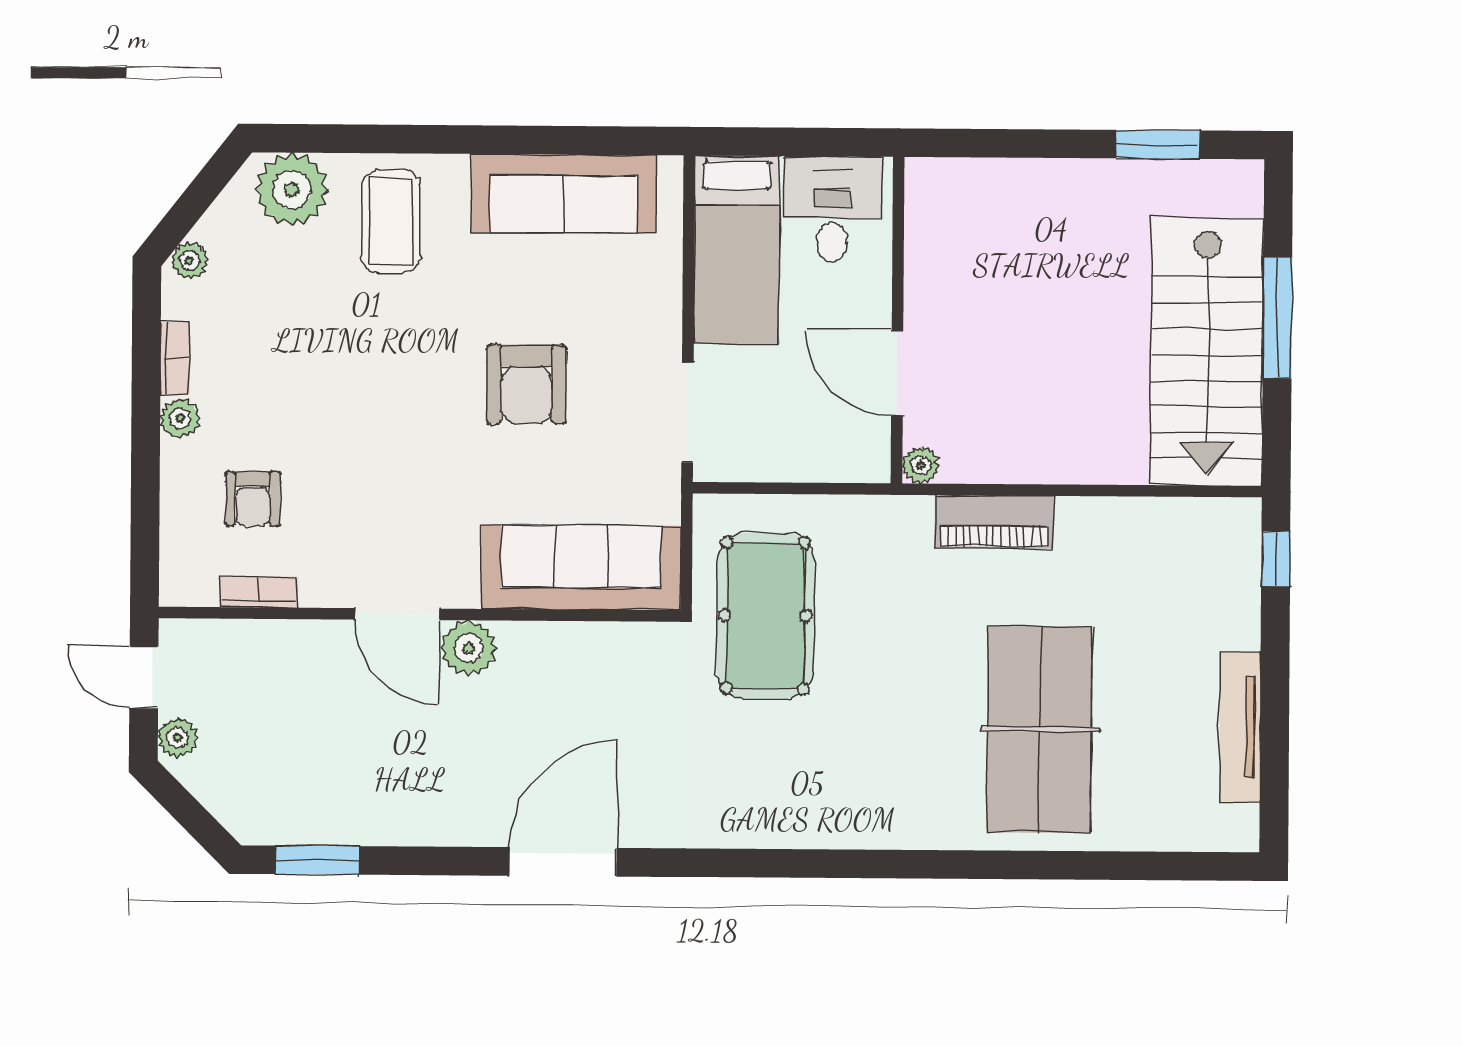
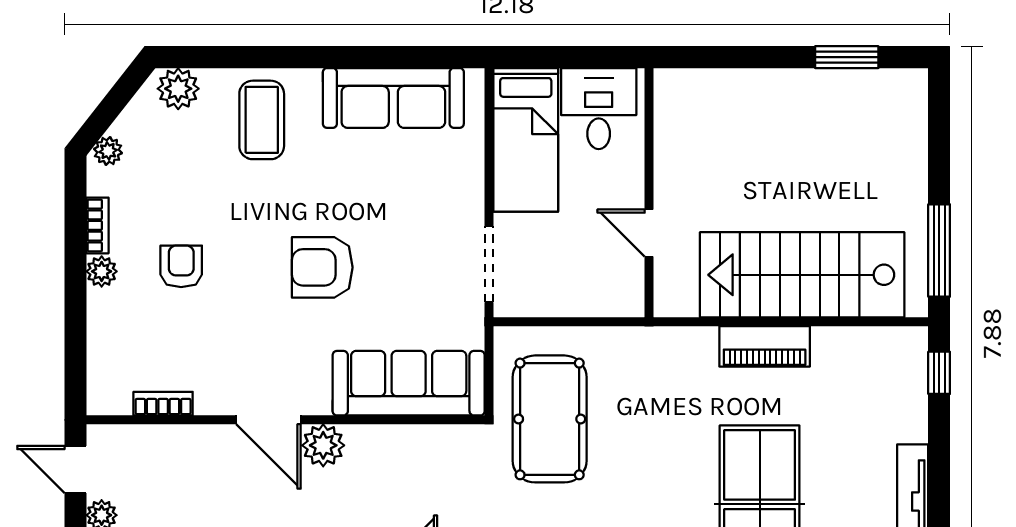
plant: (292, 190) -> (178, 89), width x0.73, depth x0.73
window: (1277, 318) -> (939, 250), moved
stairs: (1207, 352) -> (802, 275), moved, turned 90
door: (897, 373) -> (649, 233), width x0.73
armchair: (526, 384) -> (322, 267), moved, turned 90
plant: (921, 465) -> (667, 303), removed
armchair: (253, 499) -> (181, 266), moved, turned 180
piano: (994, 522) -> (765, 346), moved

